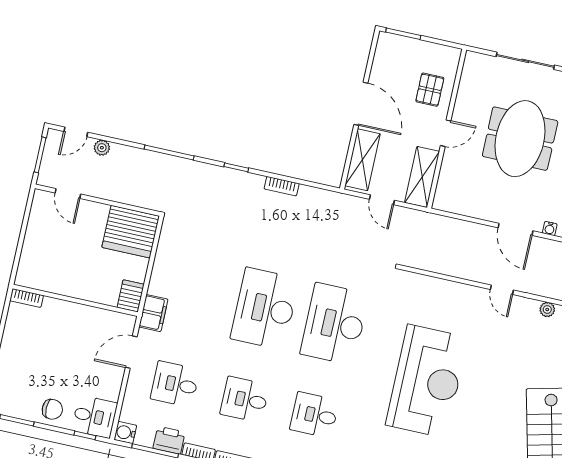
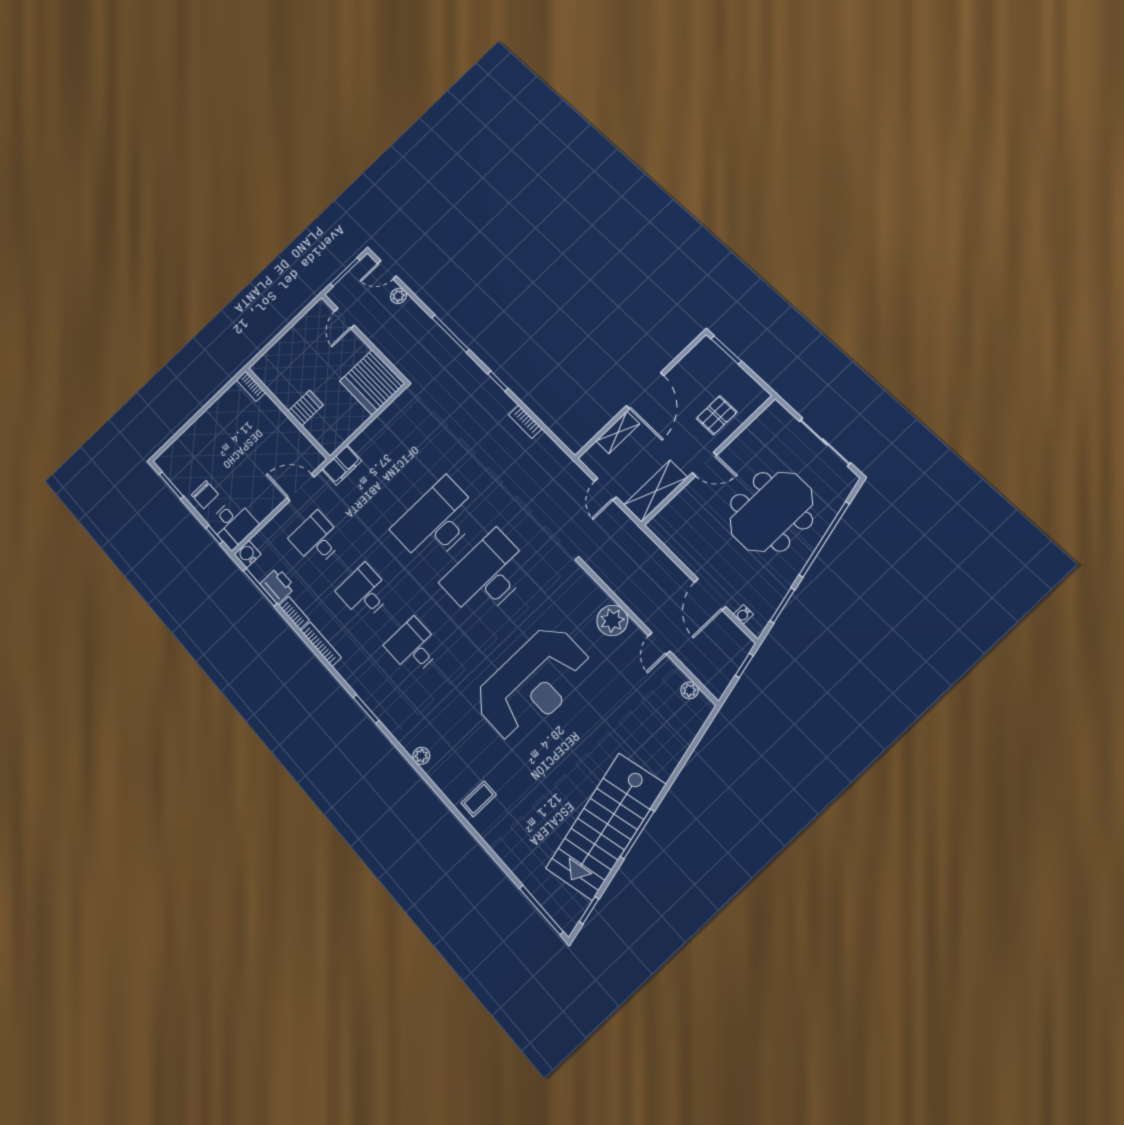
shelving: (362, 160) -> (618, 432), width x0.67, depth x0.75
server rack: (131, 296) -> (306, 408), moved
plant: (455, 296) -> (612, 620), added

